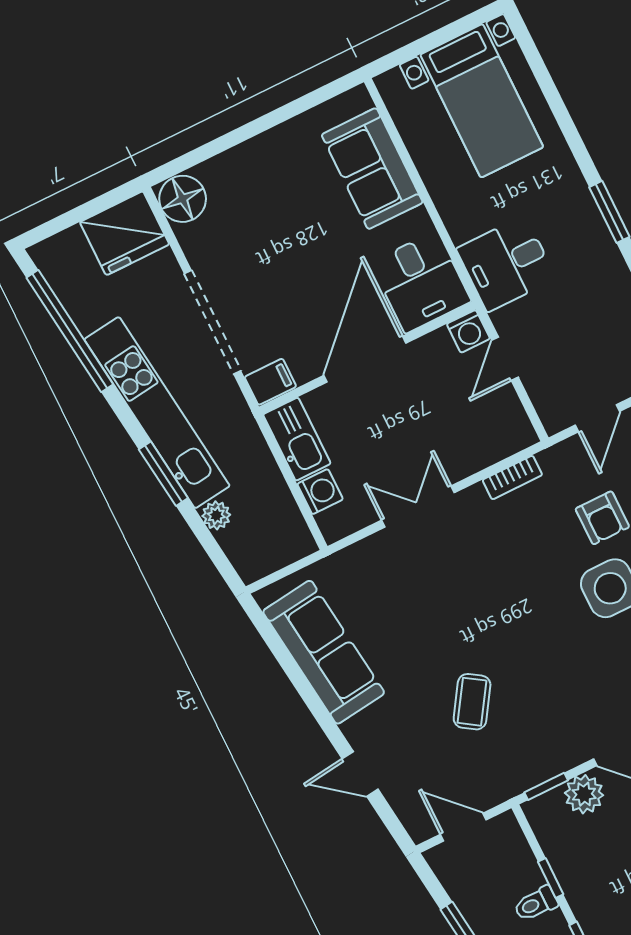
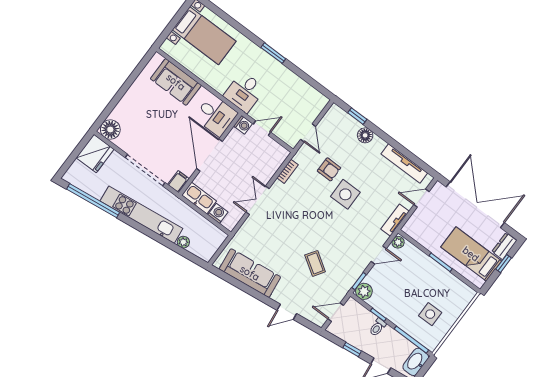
door: (505, 359) -> (262, 128), swing flipped
window: (163, 474) -> (155, 237), removed
plant: (584, 794) -> (364, 291), moved

